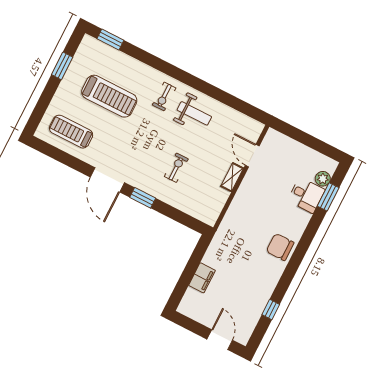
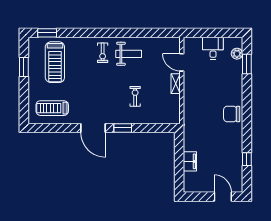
treadmill: (109, 96) -> (55, 62), moved, turned 90
desk: (306, 195) -> (213, 48), moved, turned -90

